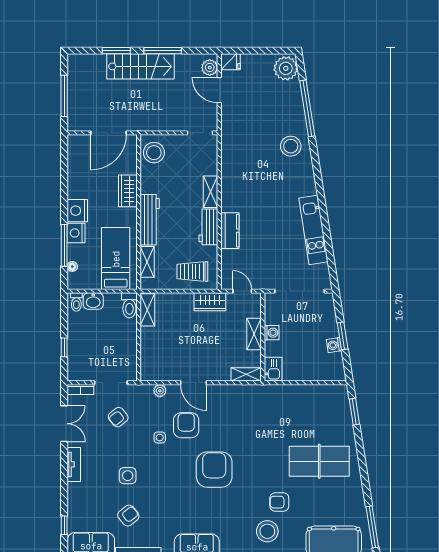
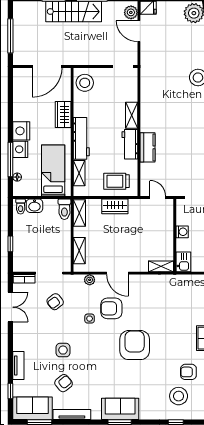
wardrobe: (210, 302) -> (115, 206), moved
shelving: (254, 334) -> (79, 251), moved
armchair: (186, 425) -> (111, 308), turned -90
tv unit: (74, 464) -> (18, 366), moved

